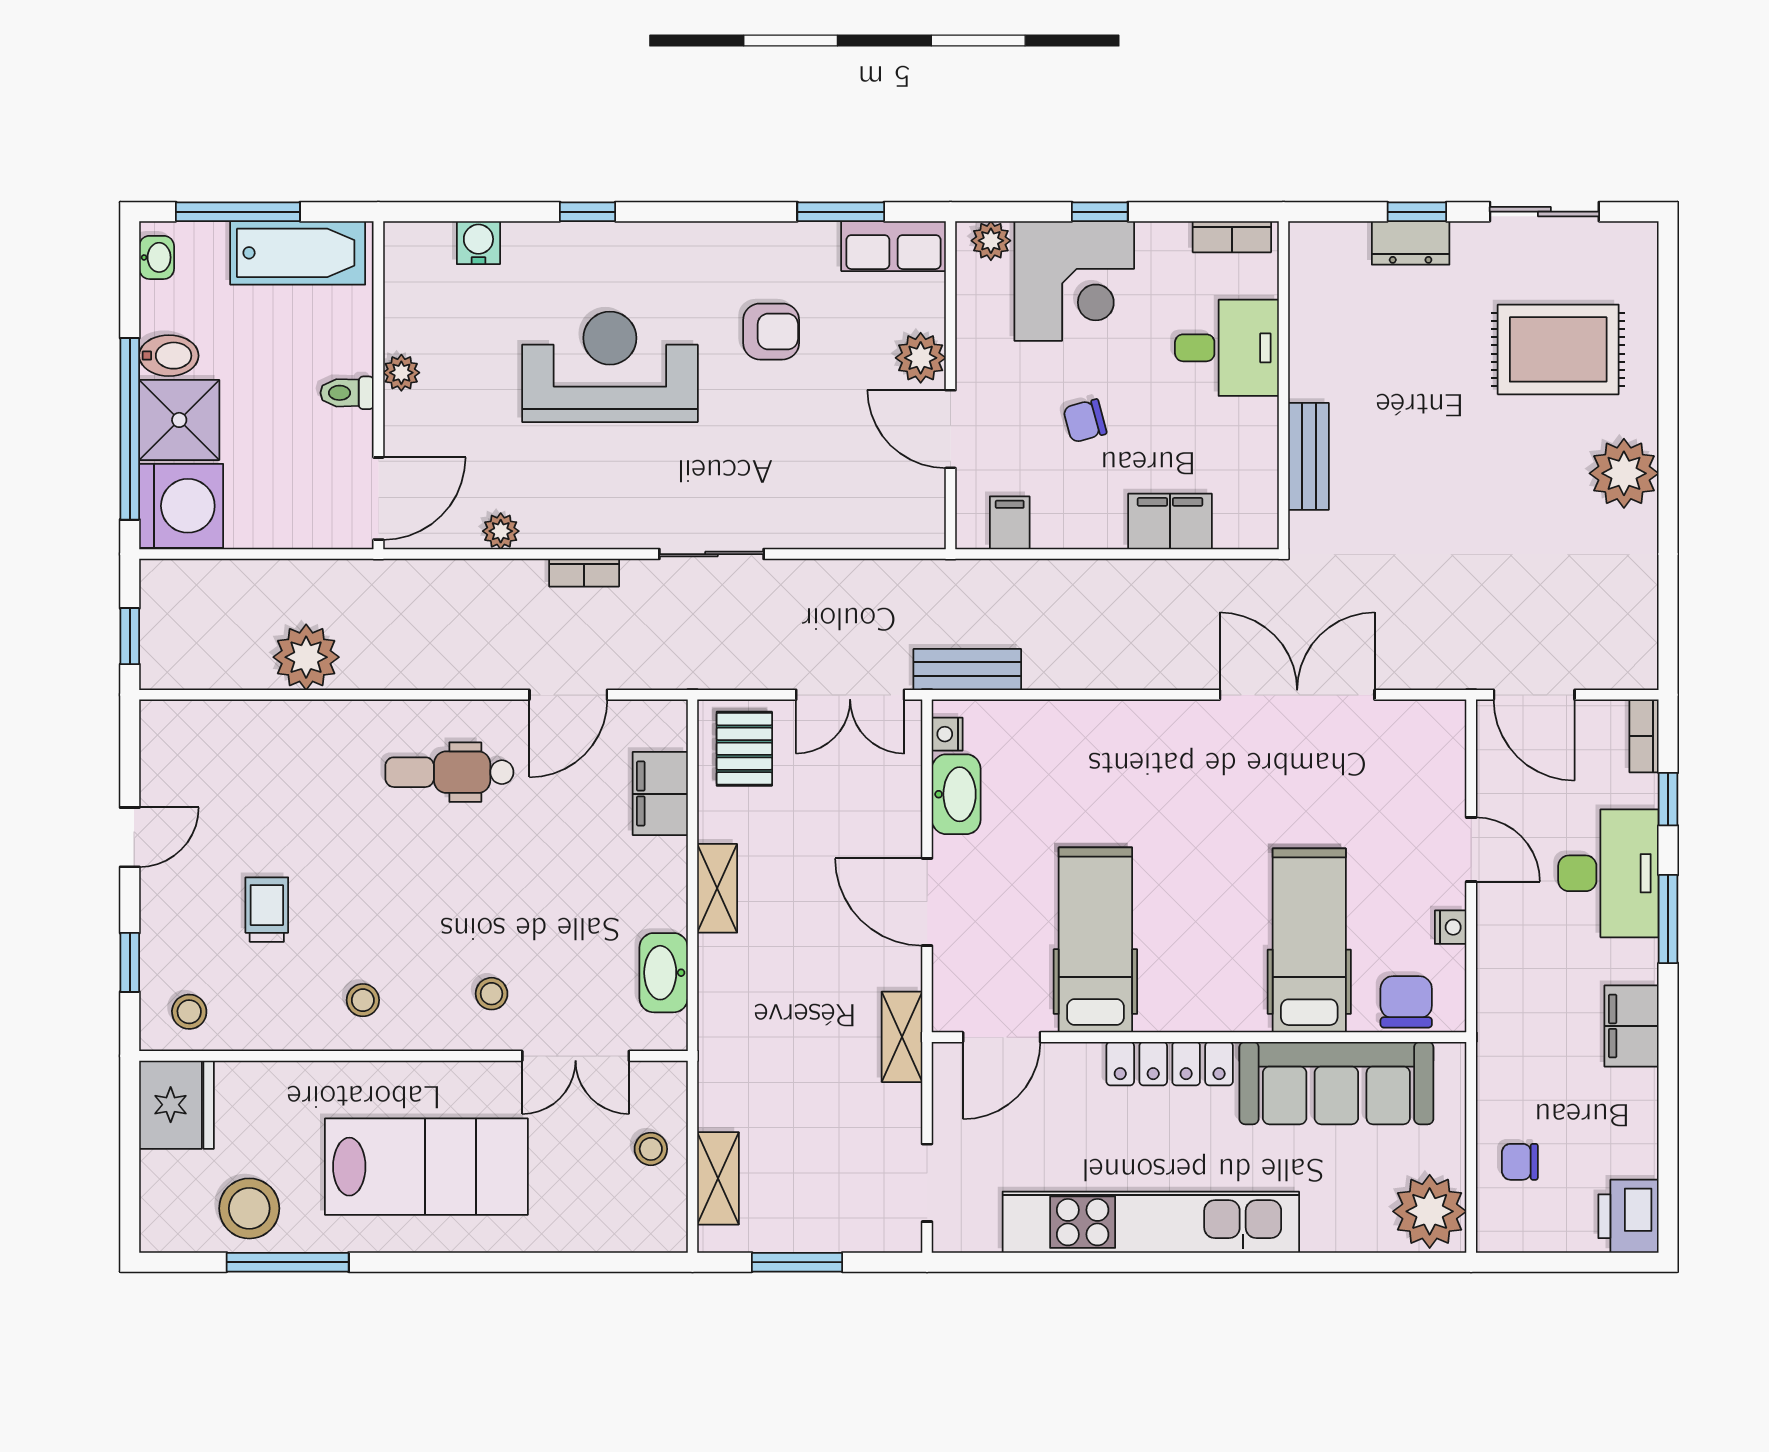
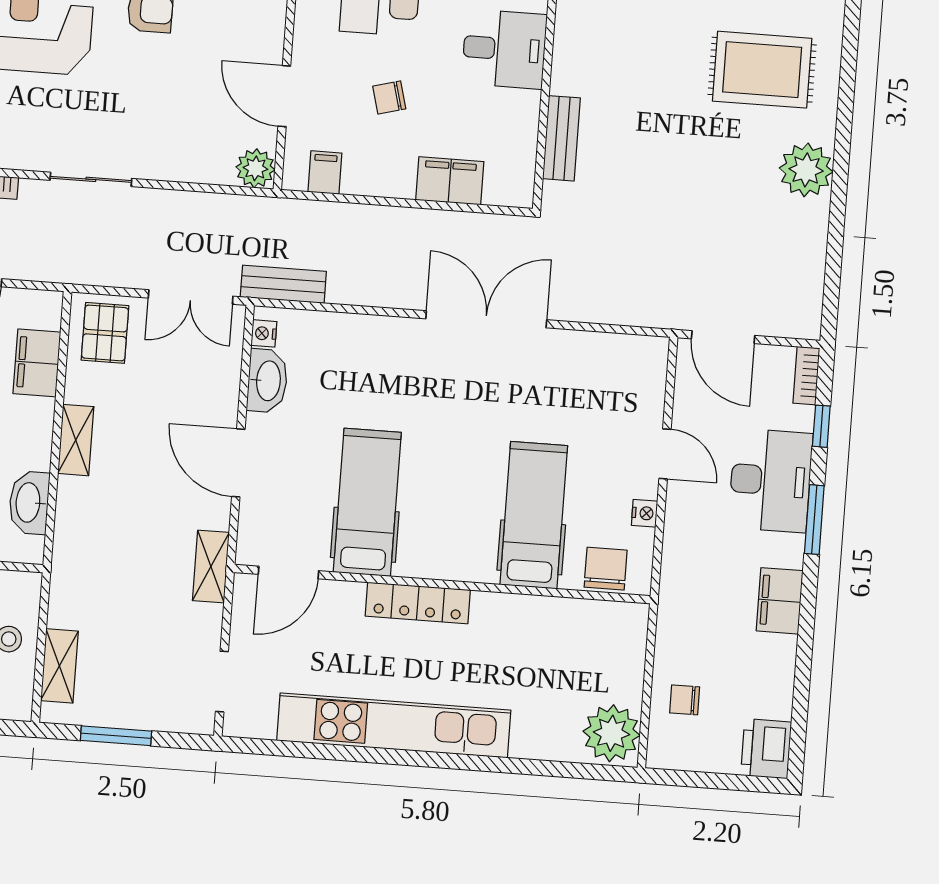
plant: (921, 358) -> (255, 168), moved
double door: (1297, 695) -> (486, 319), moved
sofa: (1336, 1083) -> (546, 628), removed

